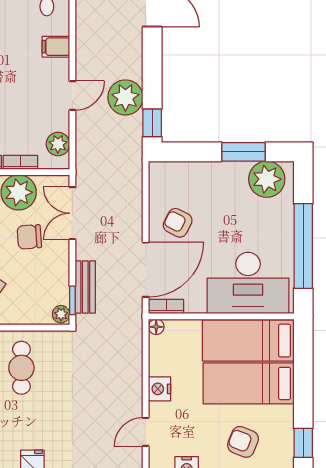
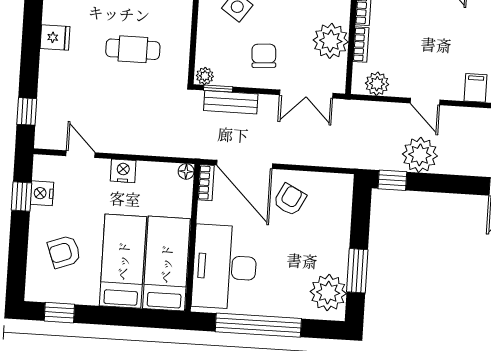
double door: (72, 213) -> (306, 94), swing flipped
chair: (29, 237) -> (264, 56), moved
cafe table: (21, 368) -> (133, 49), moved
armchair: (243, 442) -> (64, 252), turned -132

